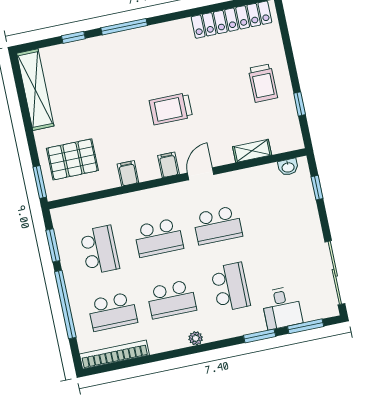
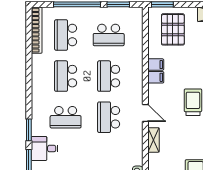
shelving: (252, 151) -> (154, 140), moved
filing cabinet: (168, 165) -> (156, 77), moved
plant: (196, 338) -> (36, 87), removed

